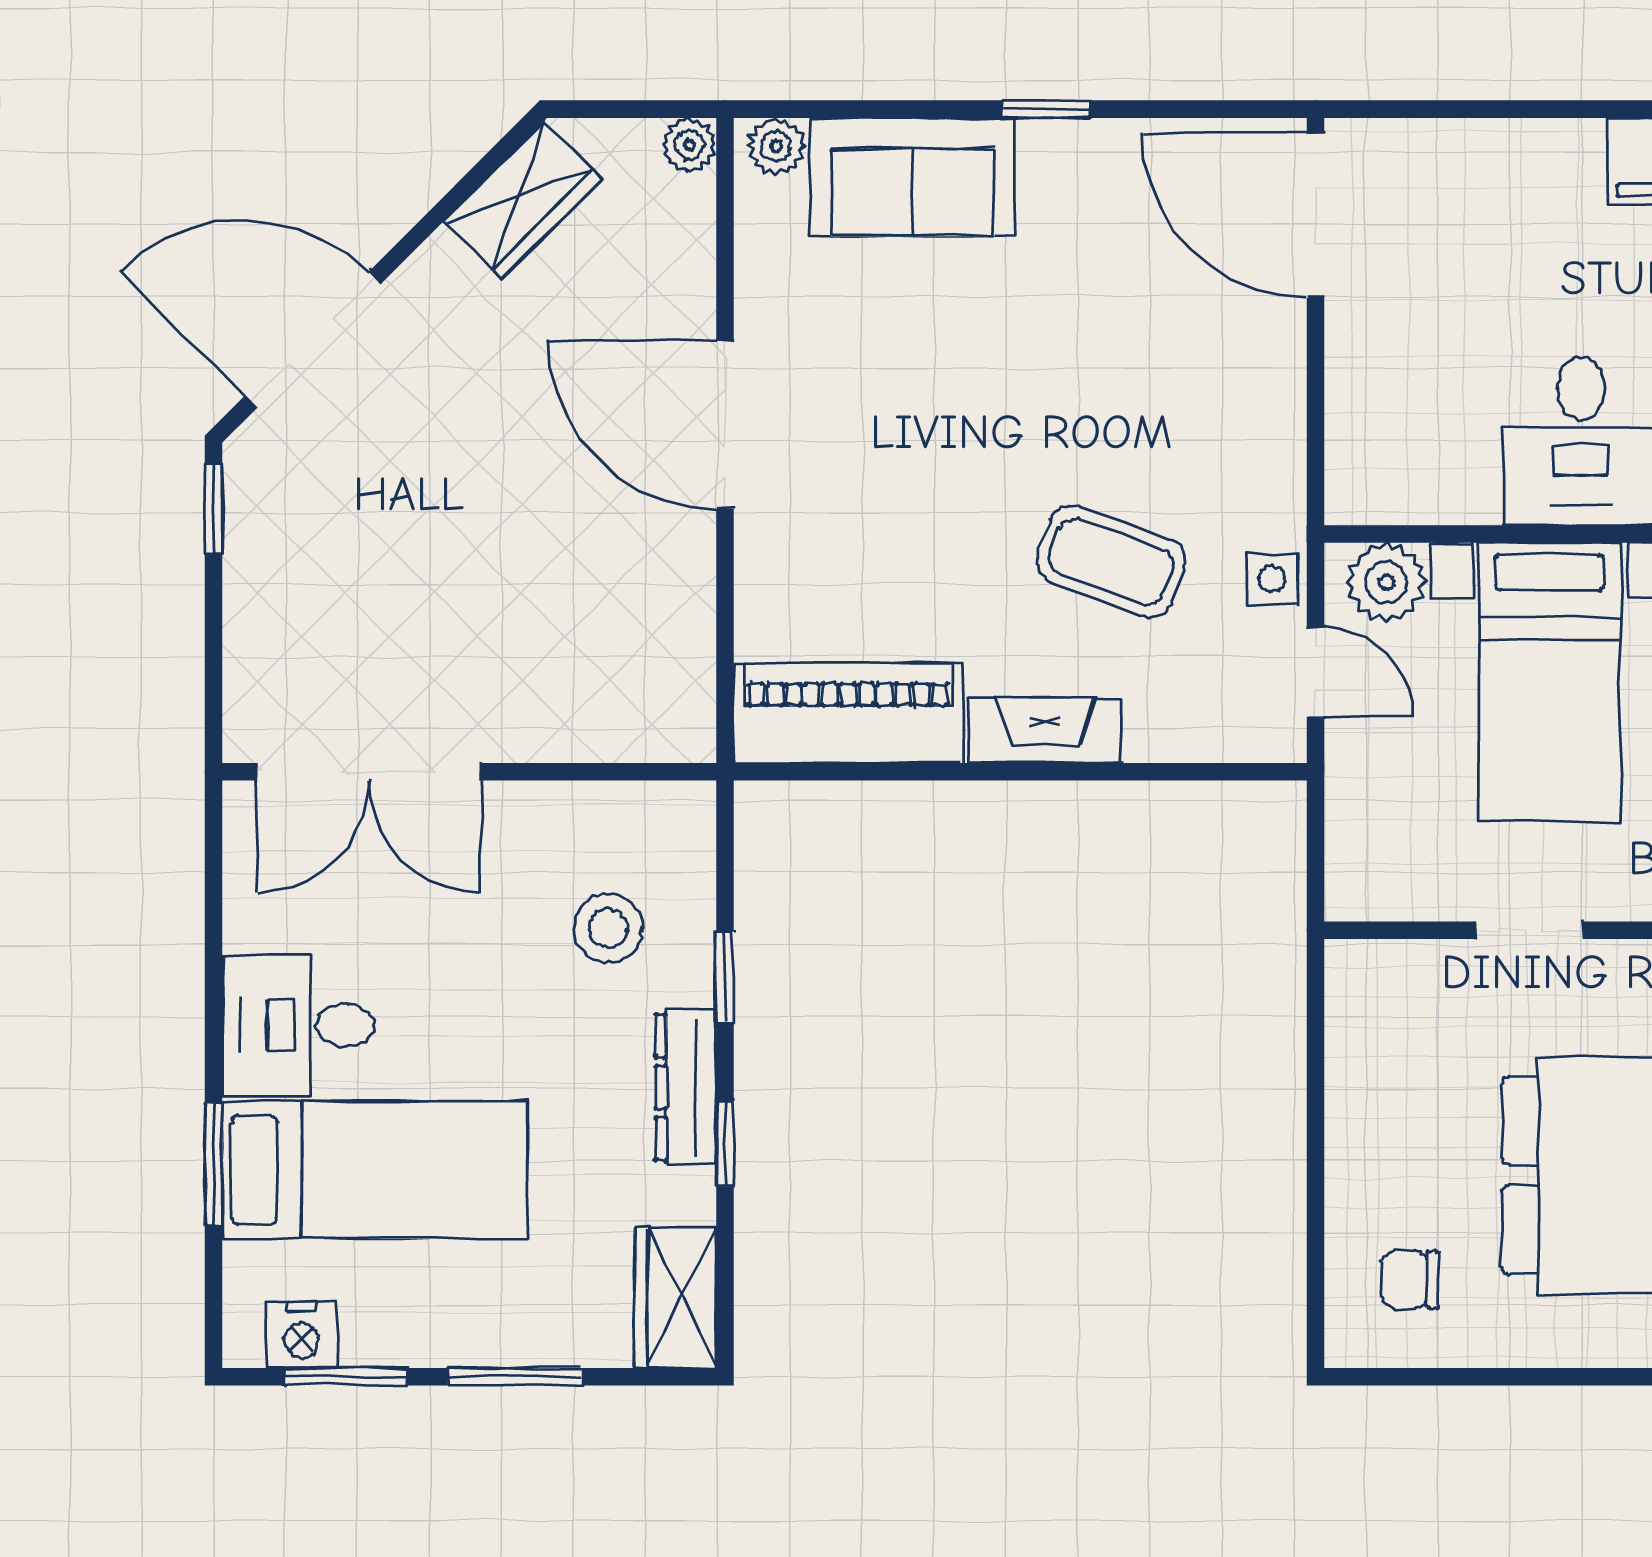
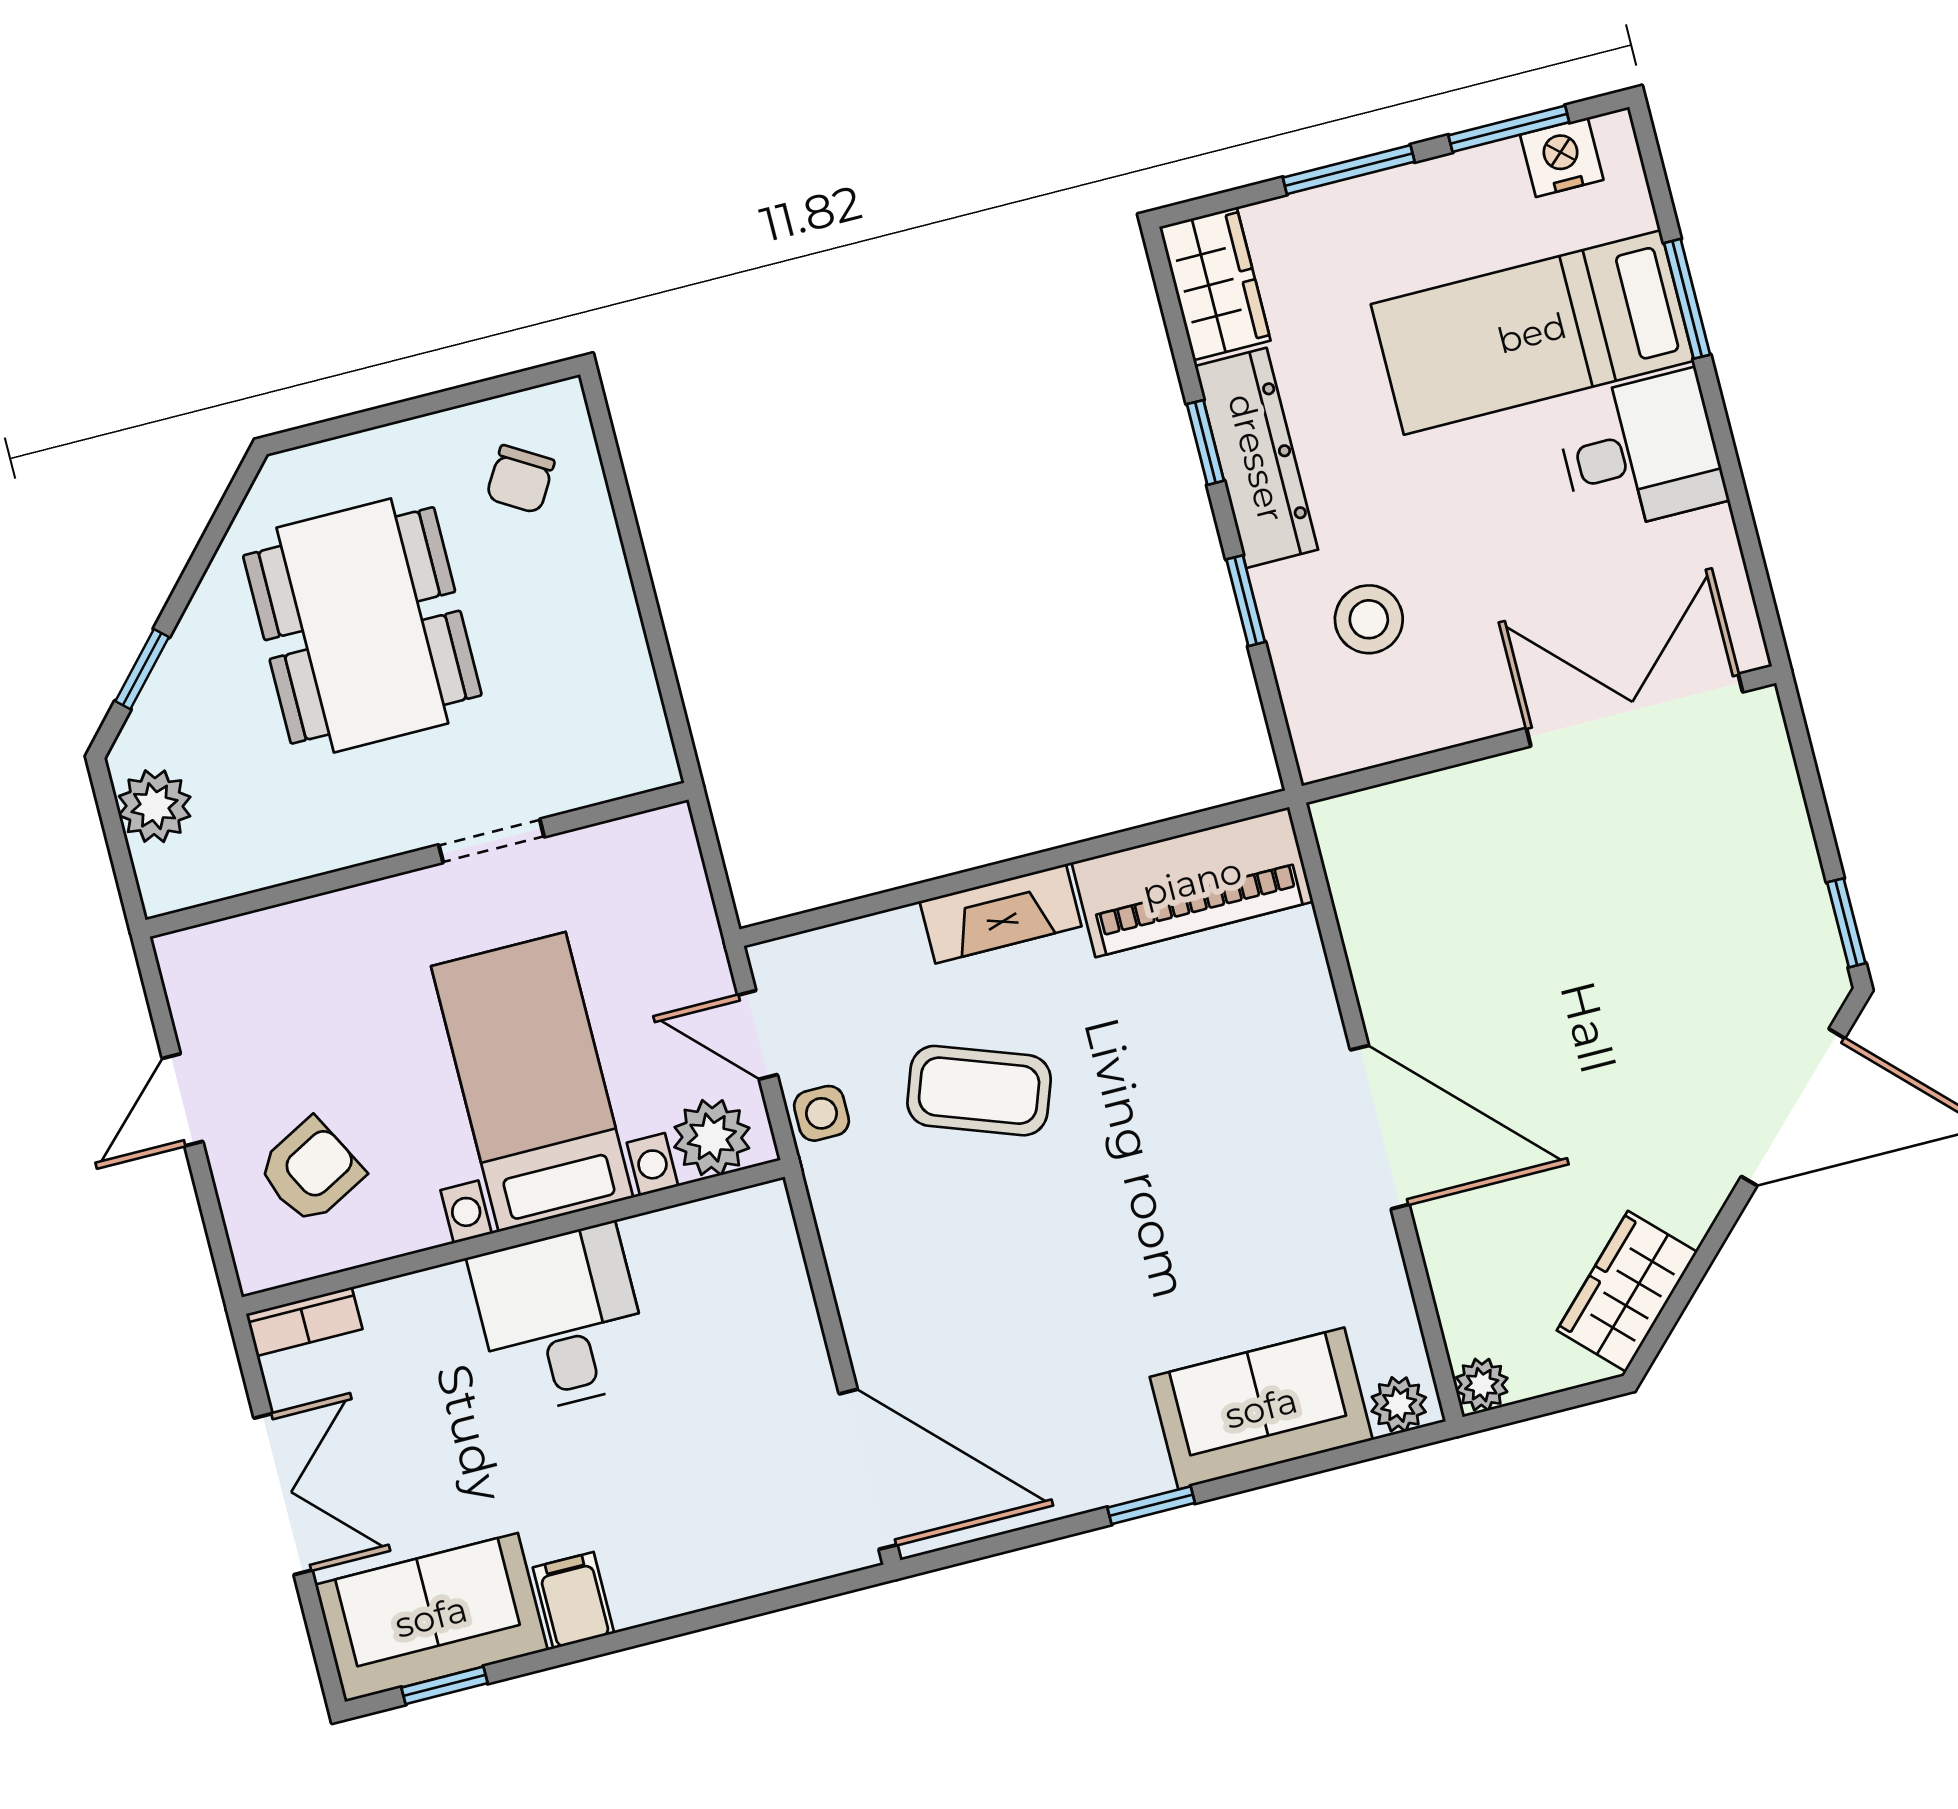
dresser: (686, 1087) -> (1256, 458), width x1.37, depth x1.24
chair: (1410, 1280) -> (520, 479), turned 121

